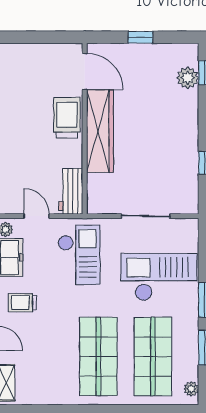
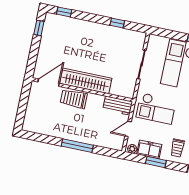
window: (140, 37) -> (39, 28), moved
plant: (188, 78) -> (65, 23), removed
checkout: (79, 255) -> (156, 109), turned 180

